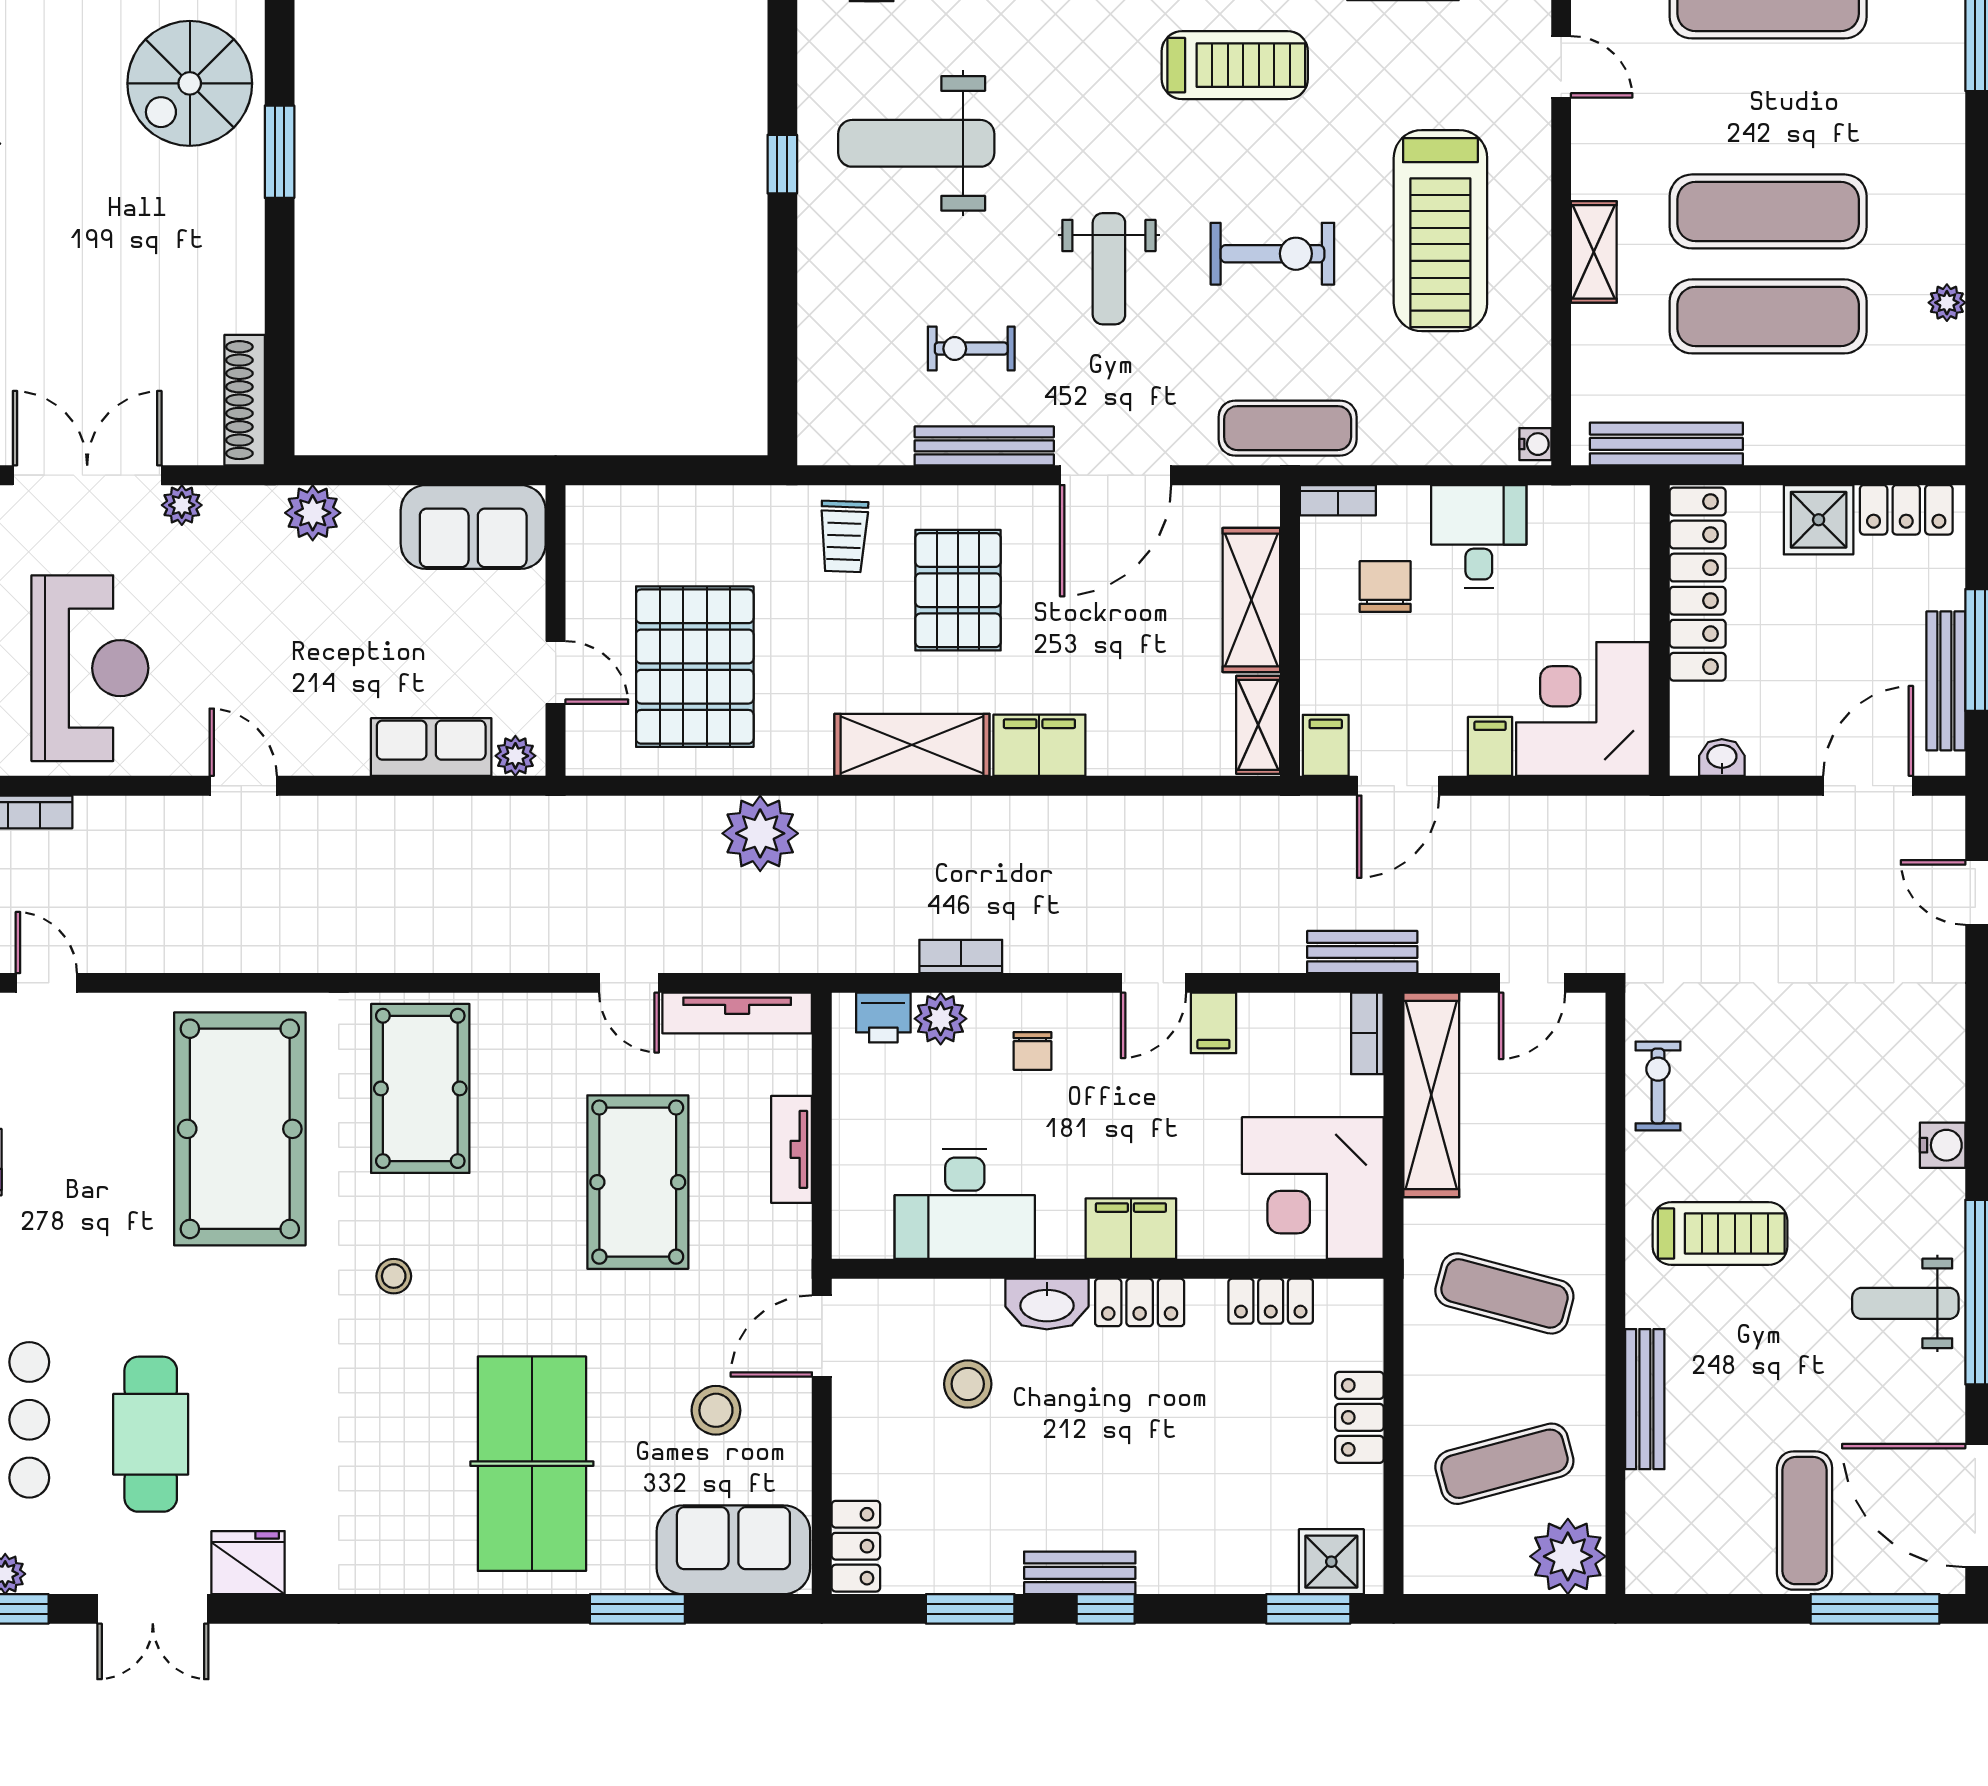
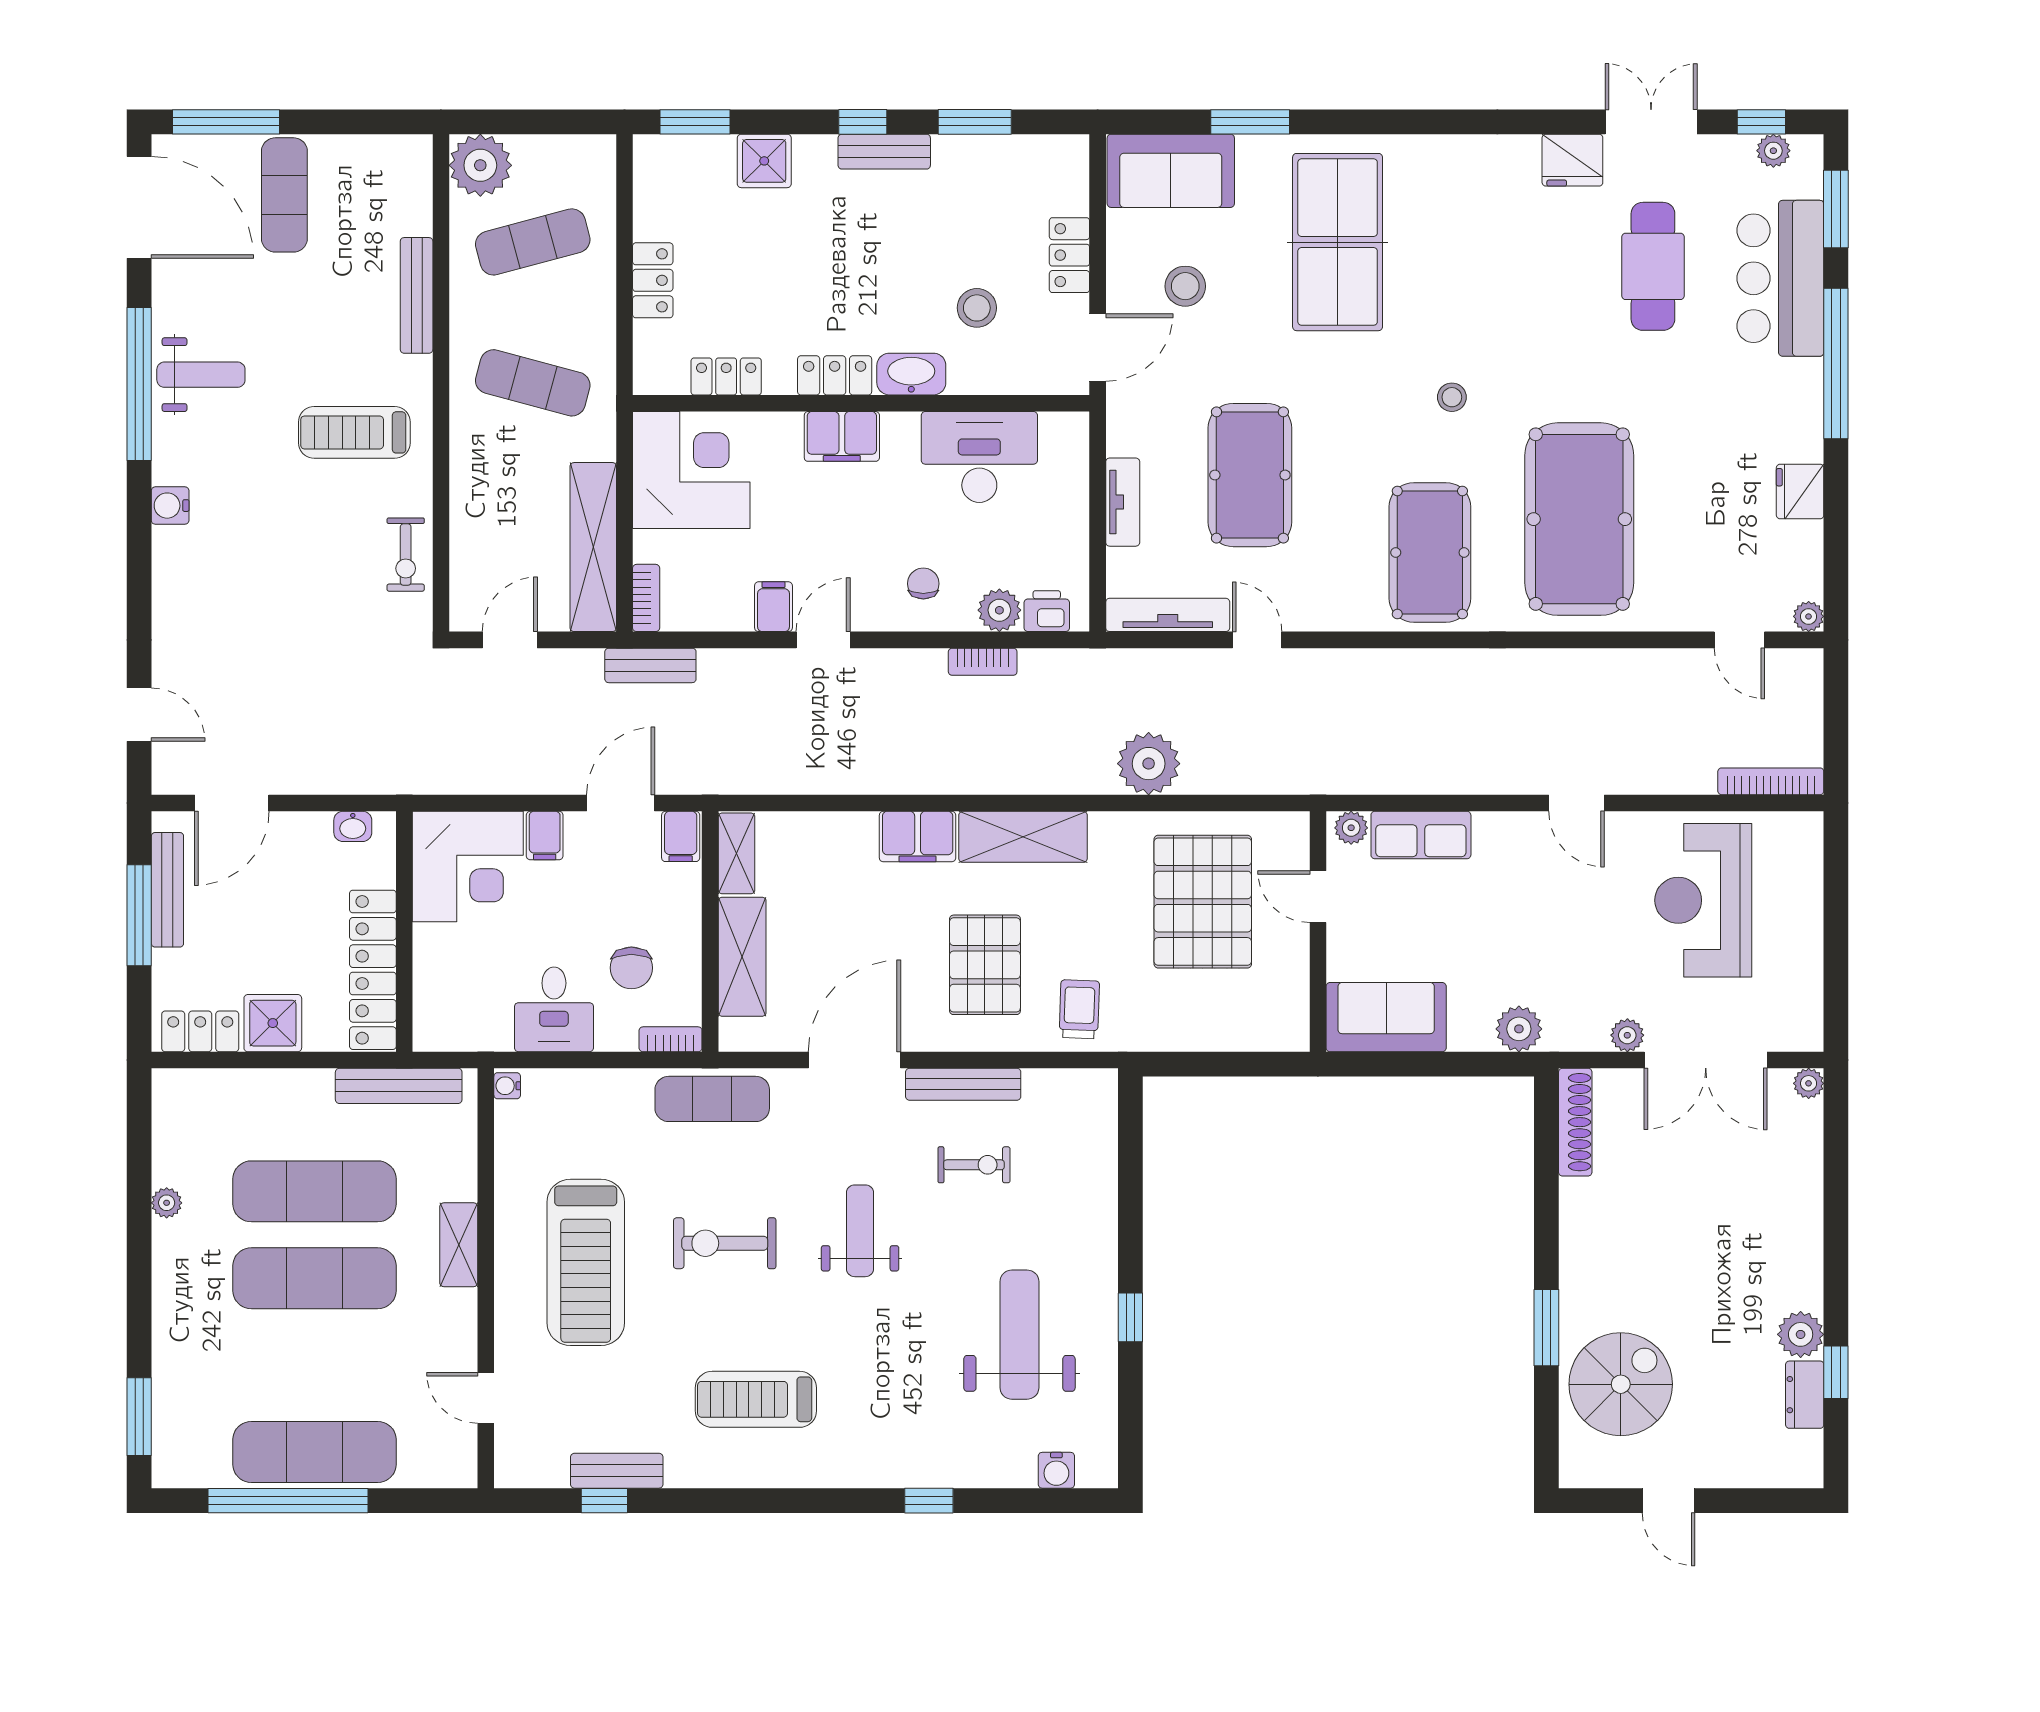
weight bench: (916, 143) -> (1019, 1335), turned -90
treadmill: (1440, 231) -> (586, 1262), turned 180
locker: (856, 1546) -> (1069, 255), moved
shower: (1331, 1562) -> (764, 161), moved

